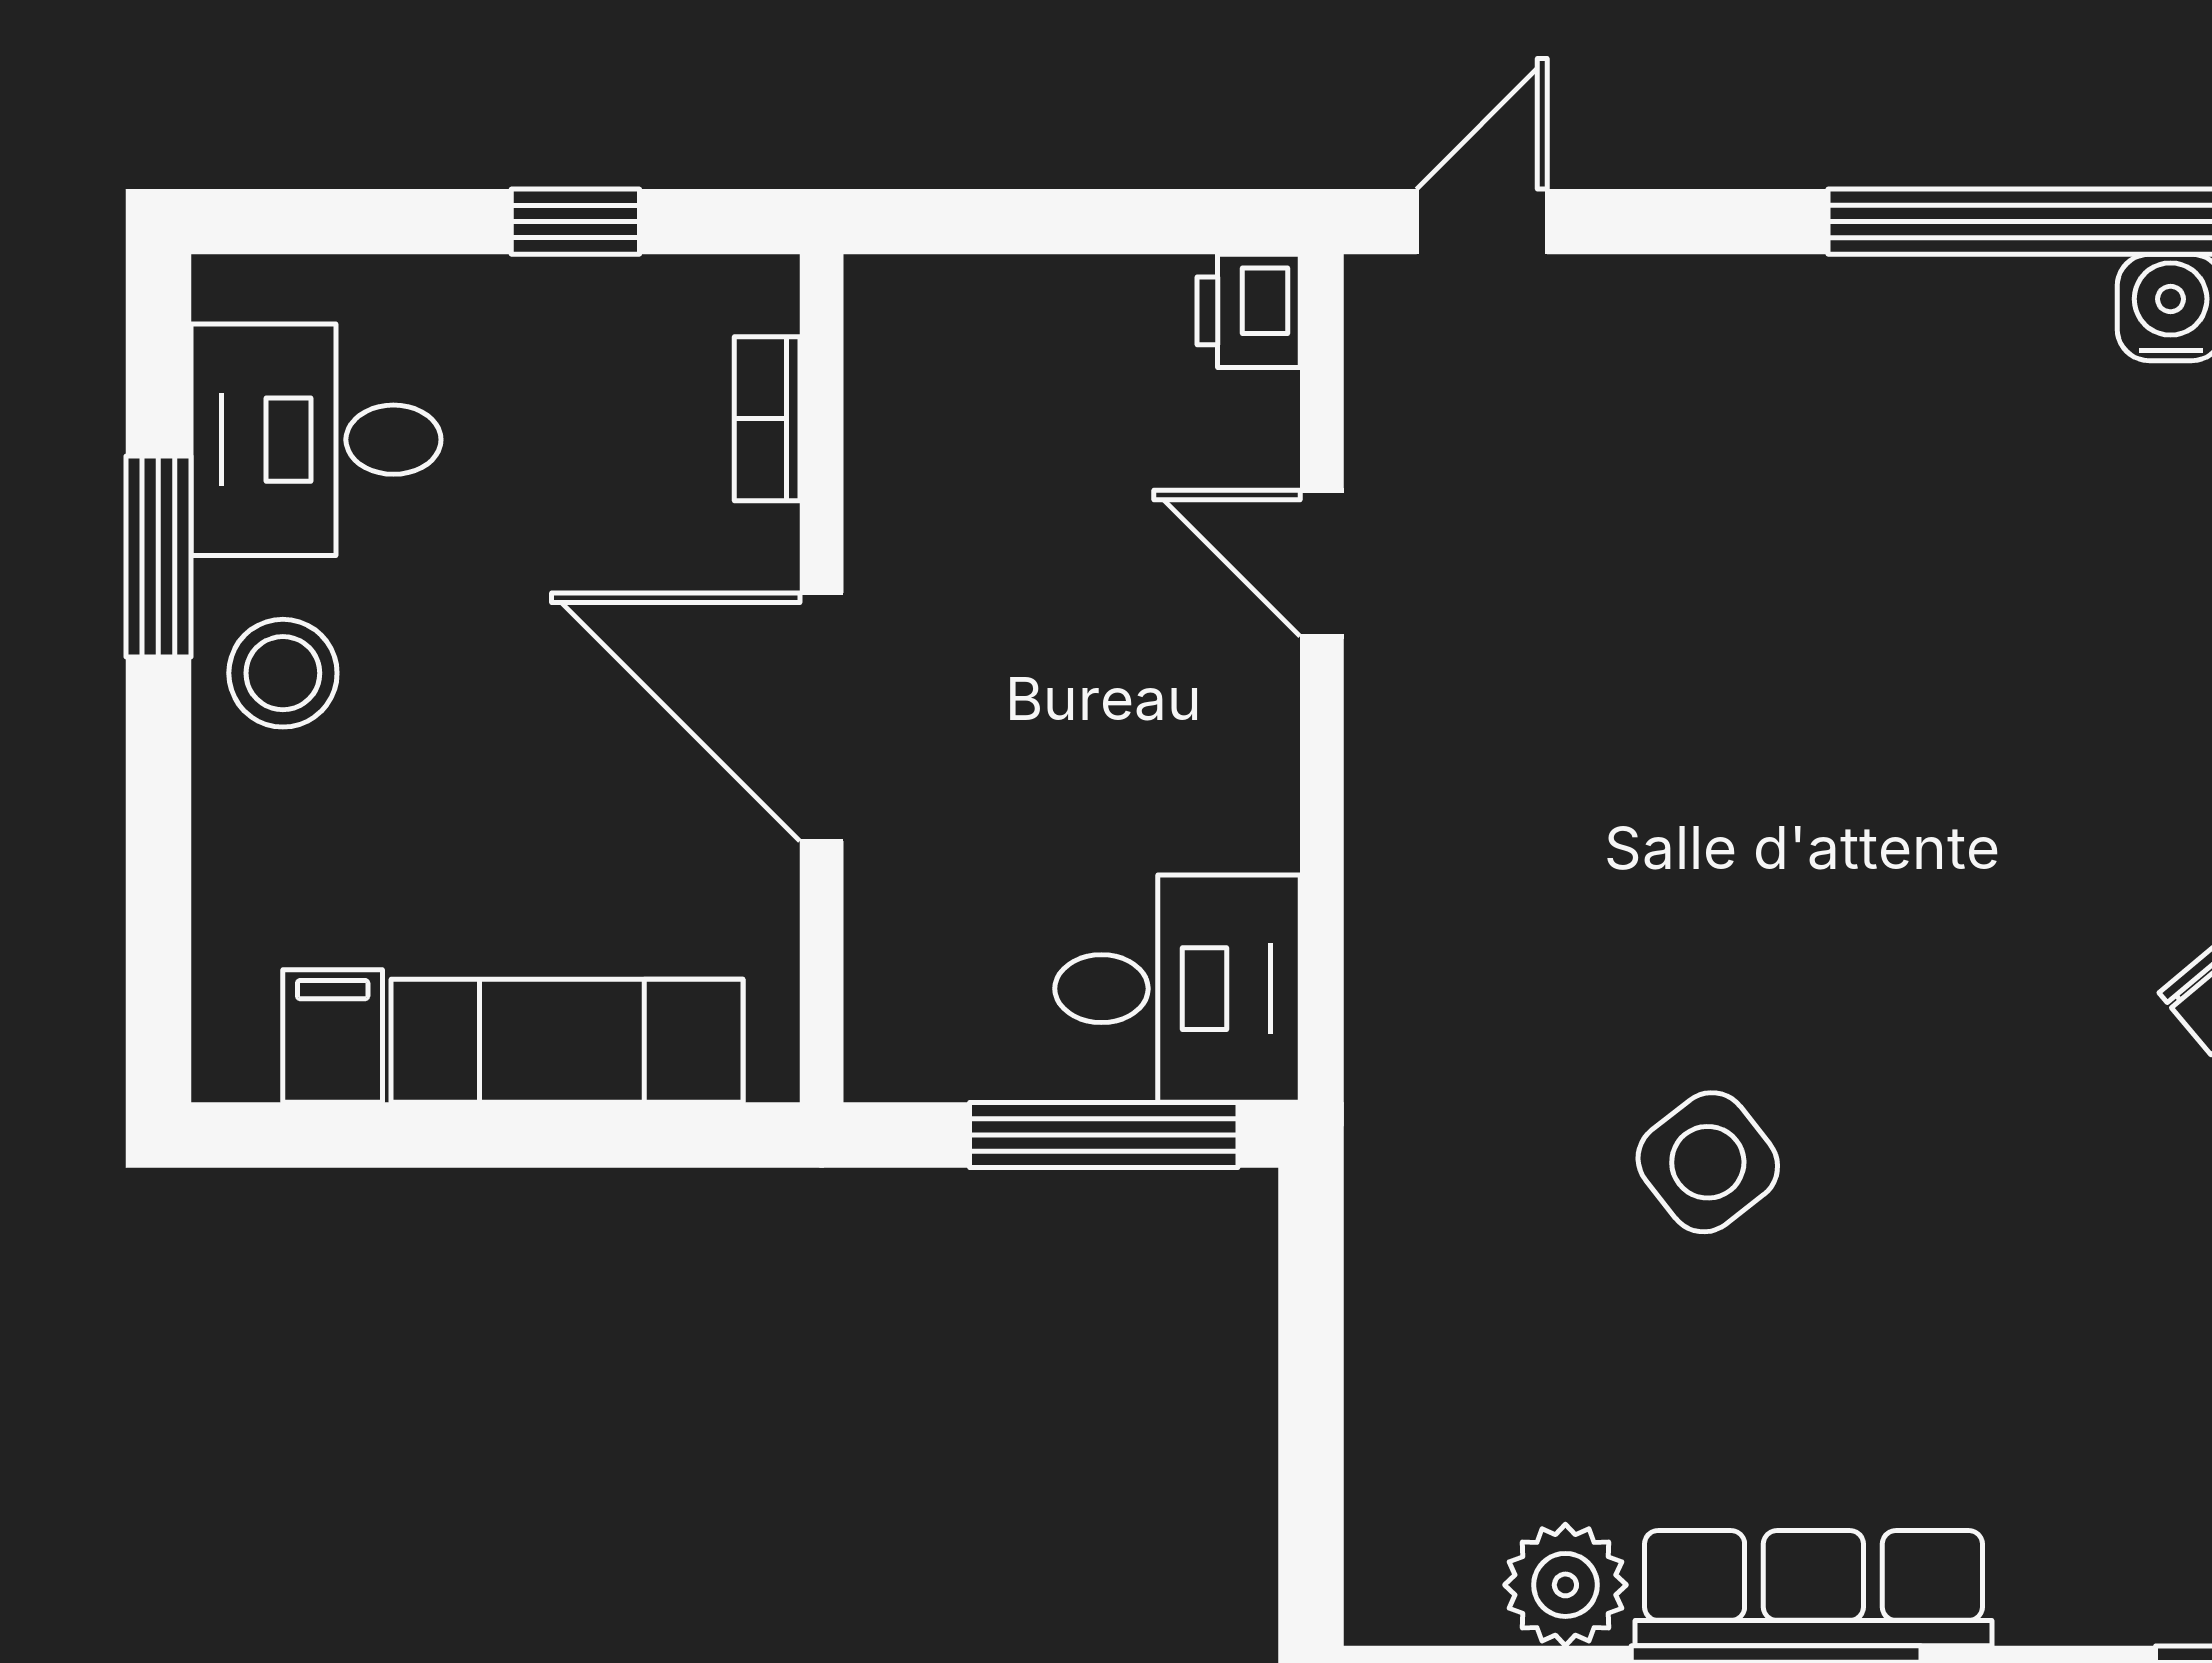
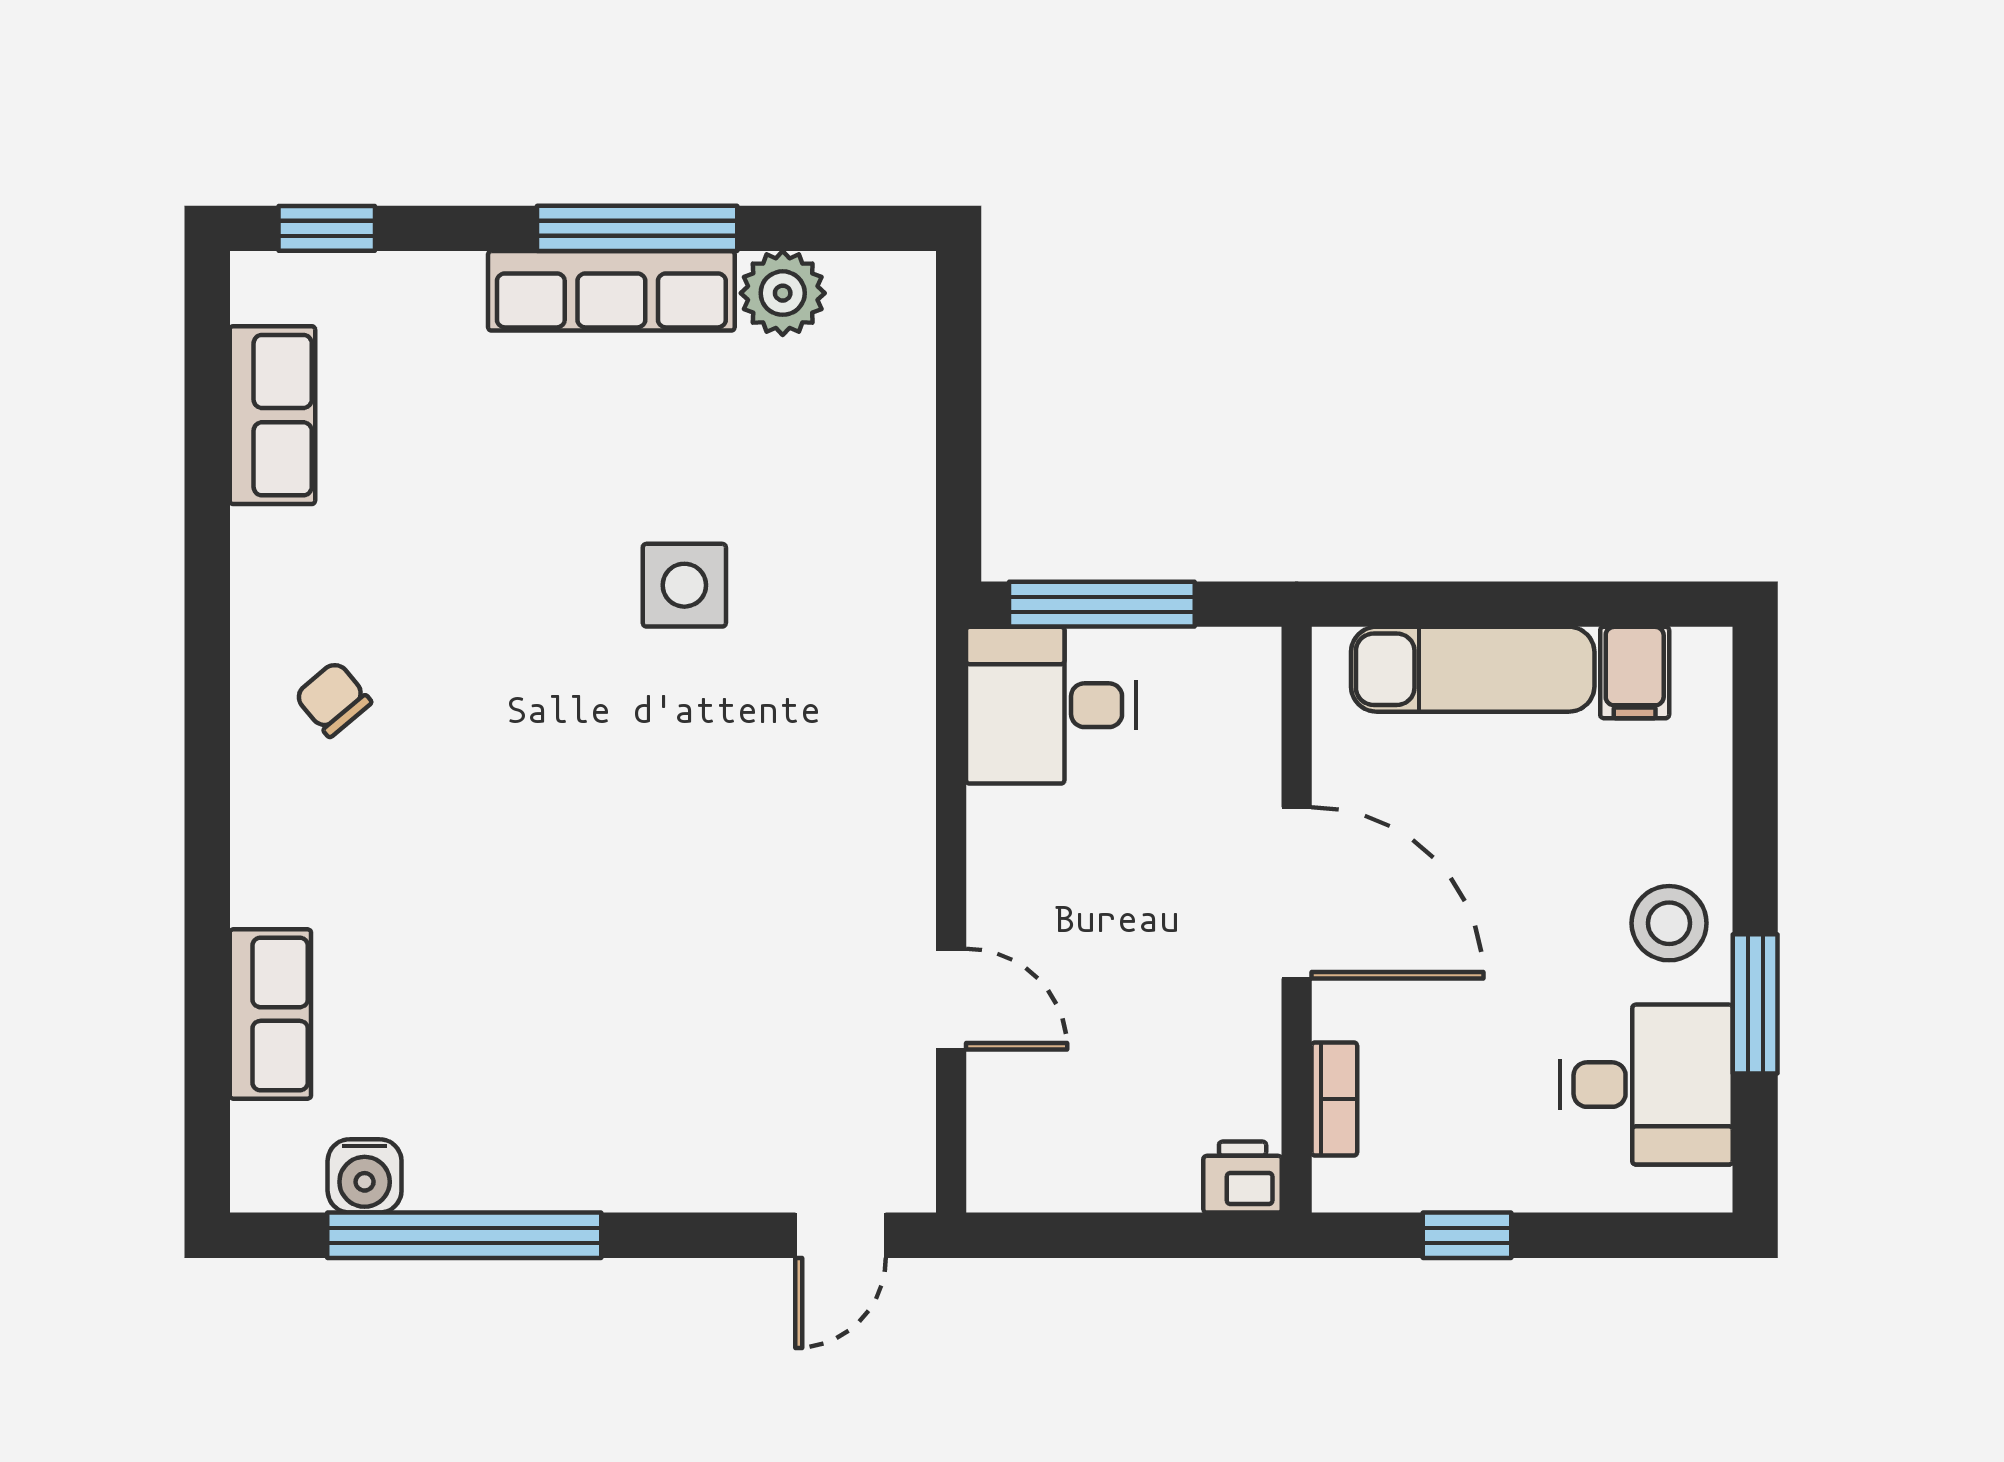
printer: (1249, 311) -> (1243, 1177), moved, turned -90
side table: (1708, 1162) -> (684, 585), turned 38

